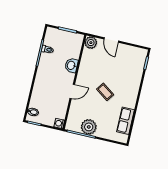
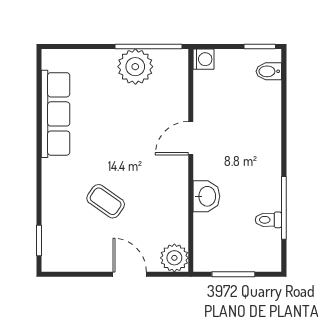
coffee table: (105, 92) -> (106, 201), moved
row of seats: (126, 121) -> (56, 114), width x1.48

